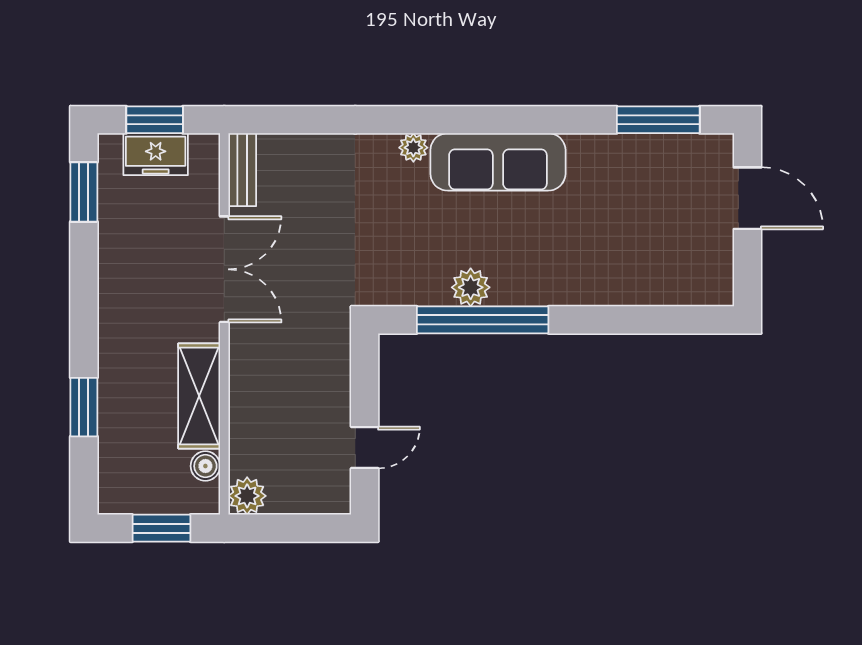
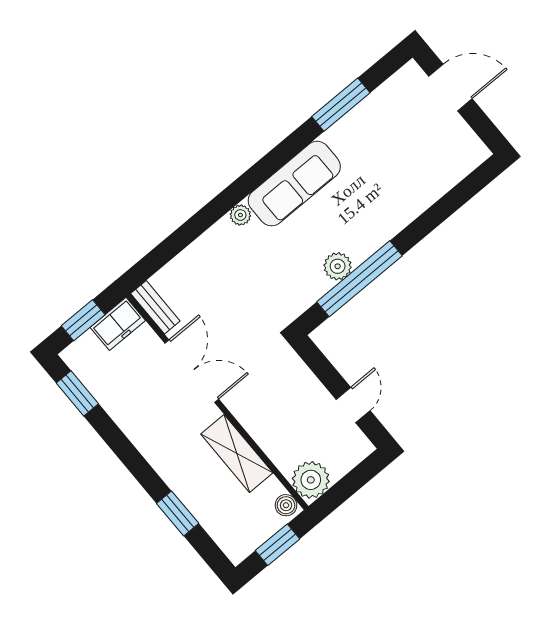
window: (658, 120) -> (341, 105), moved
freezer: (156, 154) -> (118, 324), moved
boiler: (205, 466) -> (286, 505), moved
plant: (247, 496) -> (311, 480), width x1.36, depth x1.36

